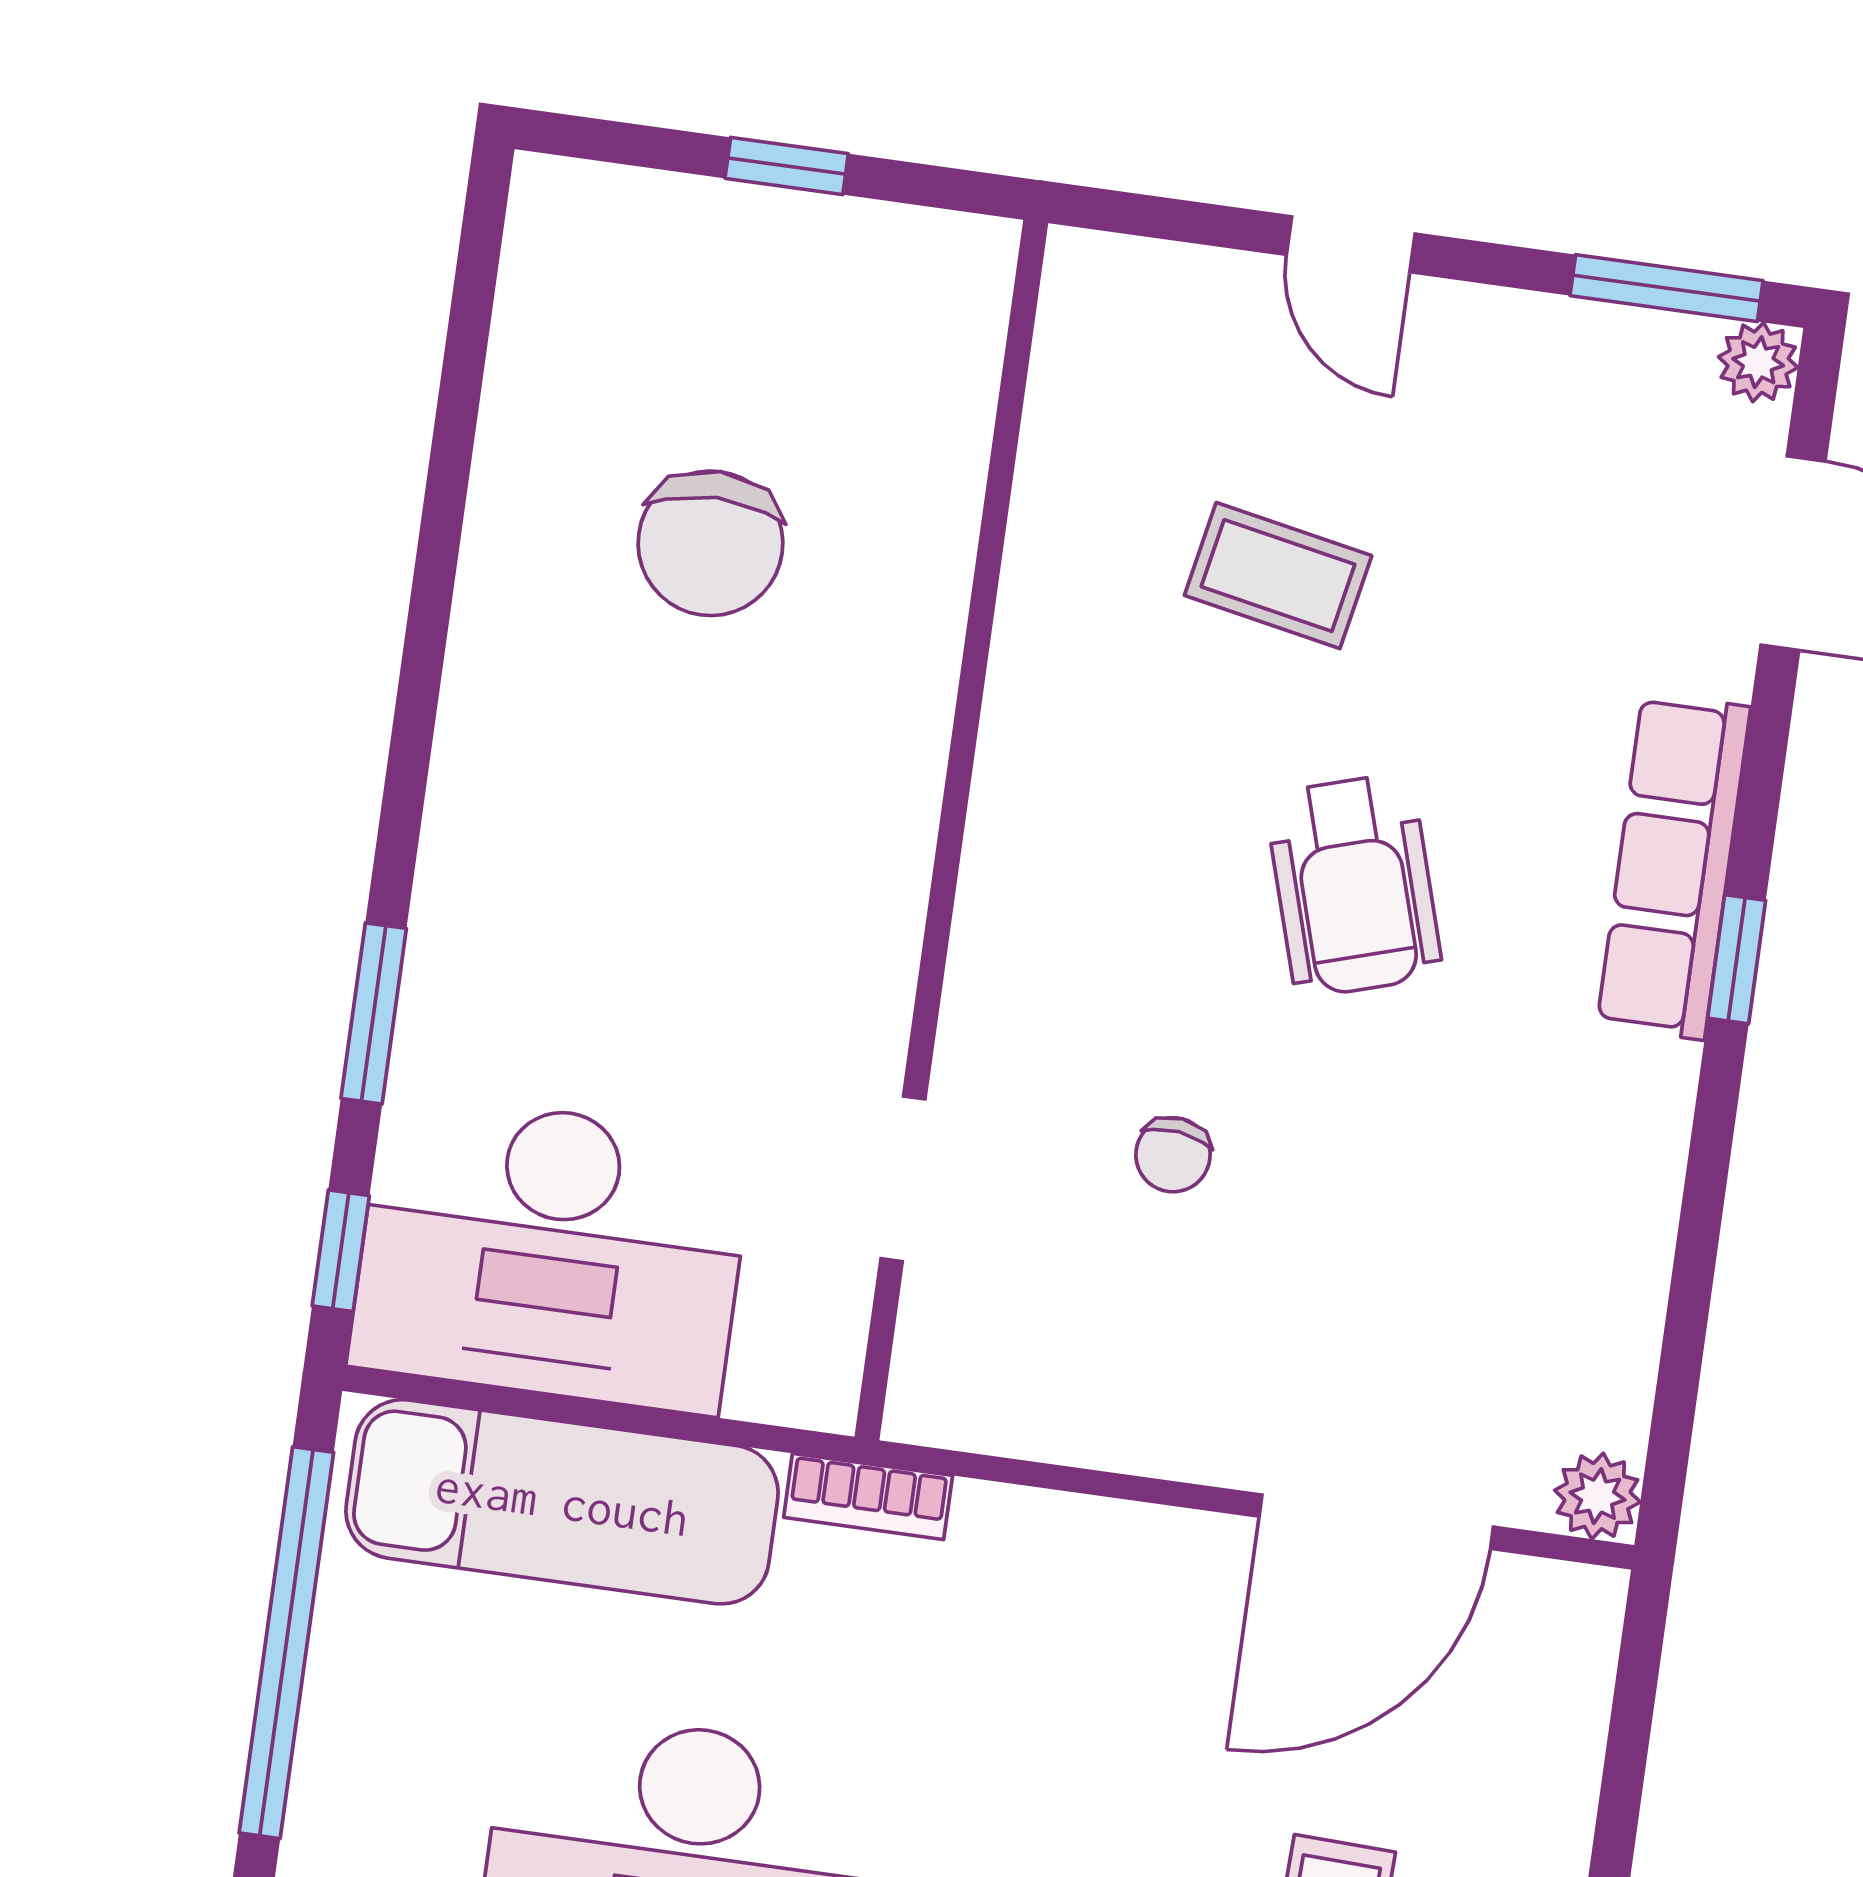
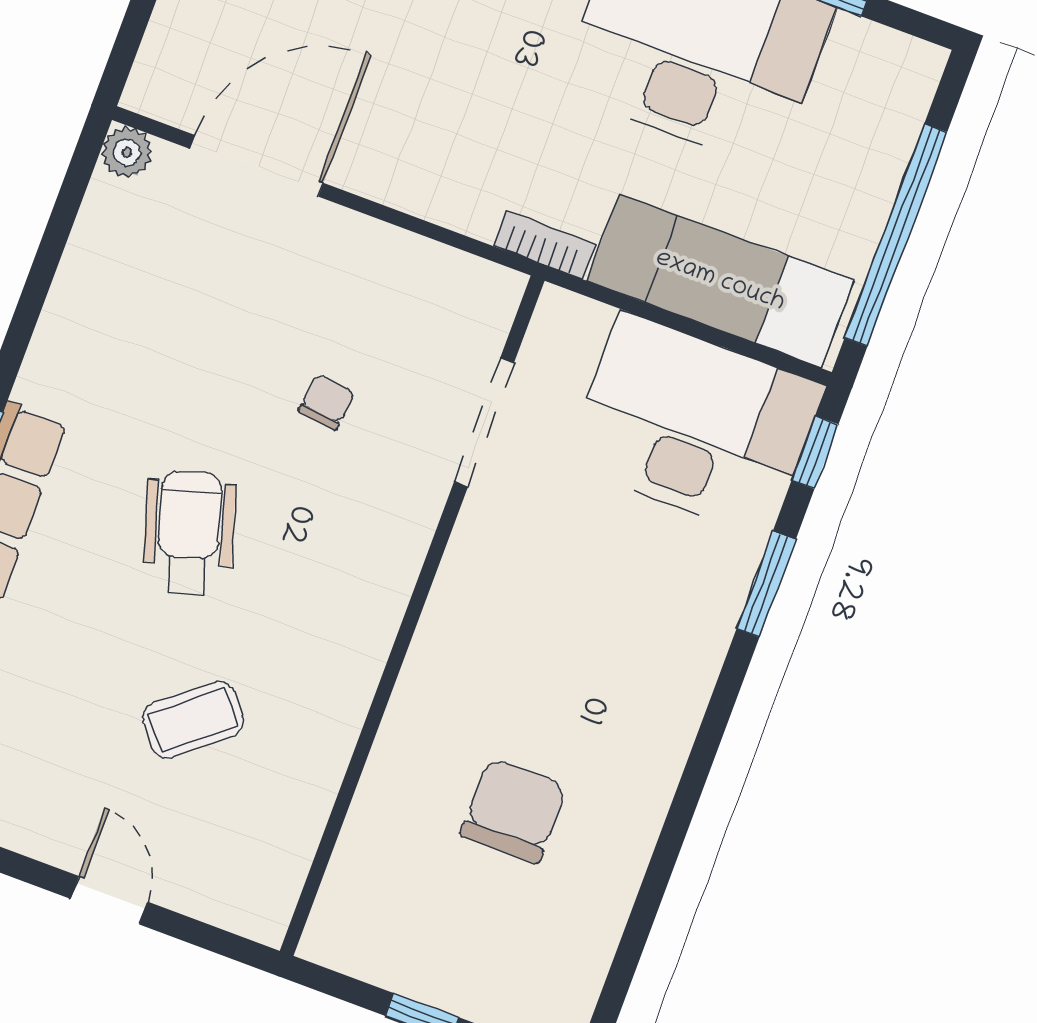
coffee table: (1278, 576) -> (193, 720), turned -51
doorway: (903, 1179) -> (484, 422), width x1.38

